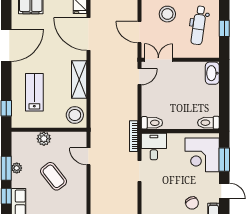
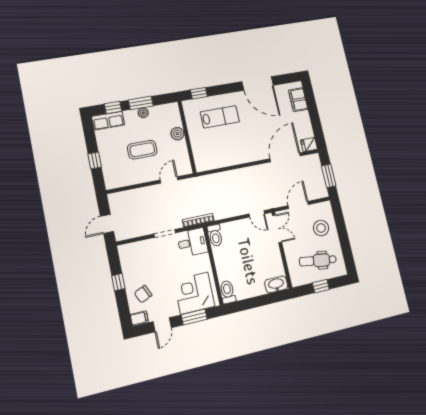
shelving: (79, 79) -> (241, 157), removed
stool: (75, 115) -> (207, 159), removed
coffee table: (54, 176) -> (142, 150), turned 38

